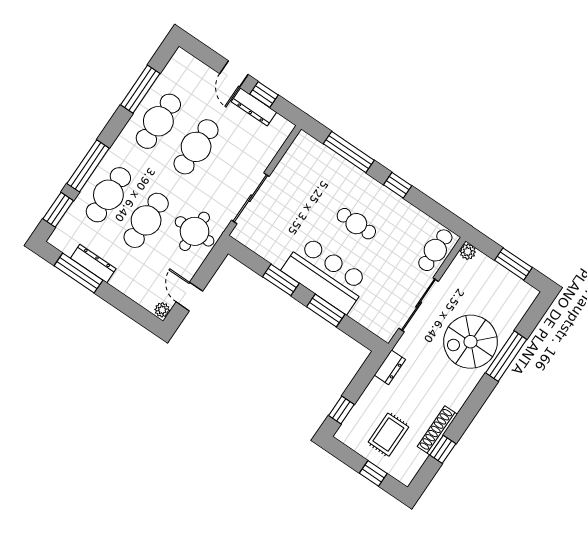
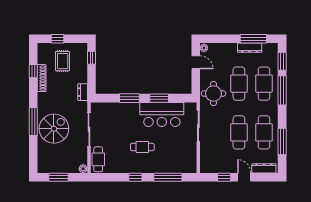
dresser: (254, 107) -> (264, 168), moved
bar counter: (326, 275) -> (162, 114), moved
window: (506, 356) -> (33, 121), moved

